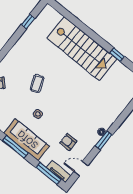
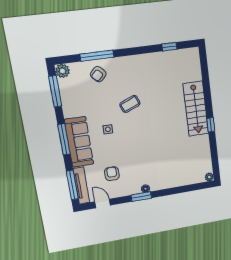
stairs: (82, 49) -> (196, 109), width x0.73, depth x0.66
window: (117, 55) -> (211, 125), moved
tv unit: (59, 172) -> (81, 186), width x1.41

